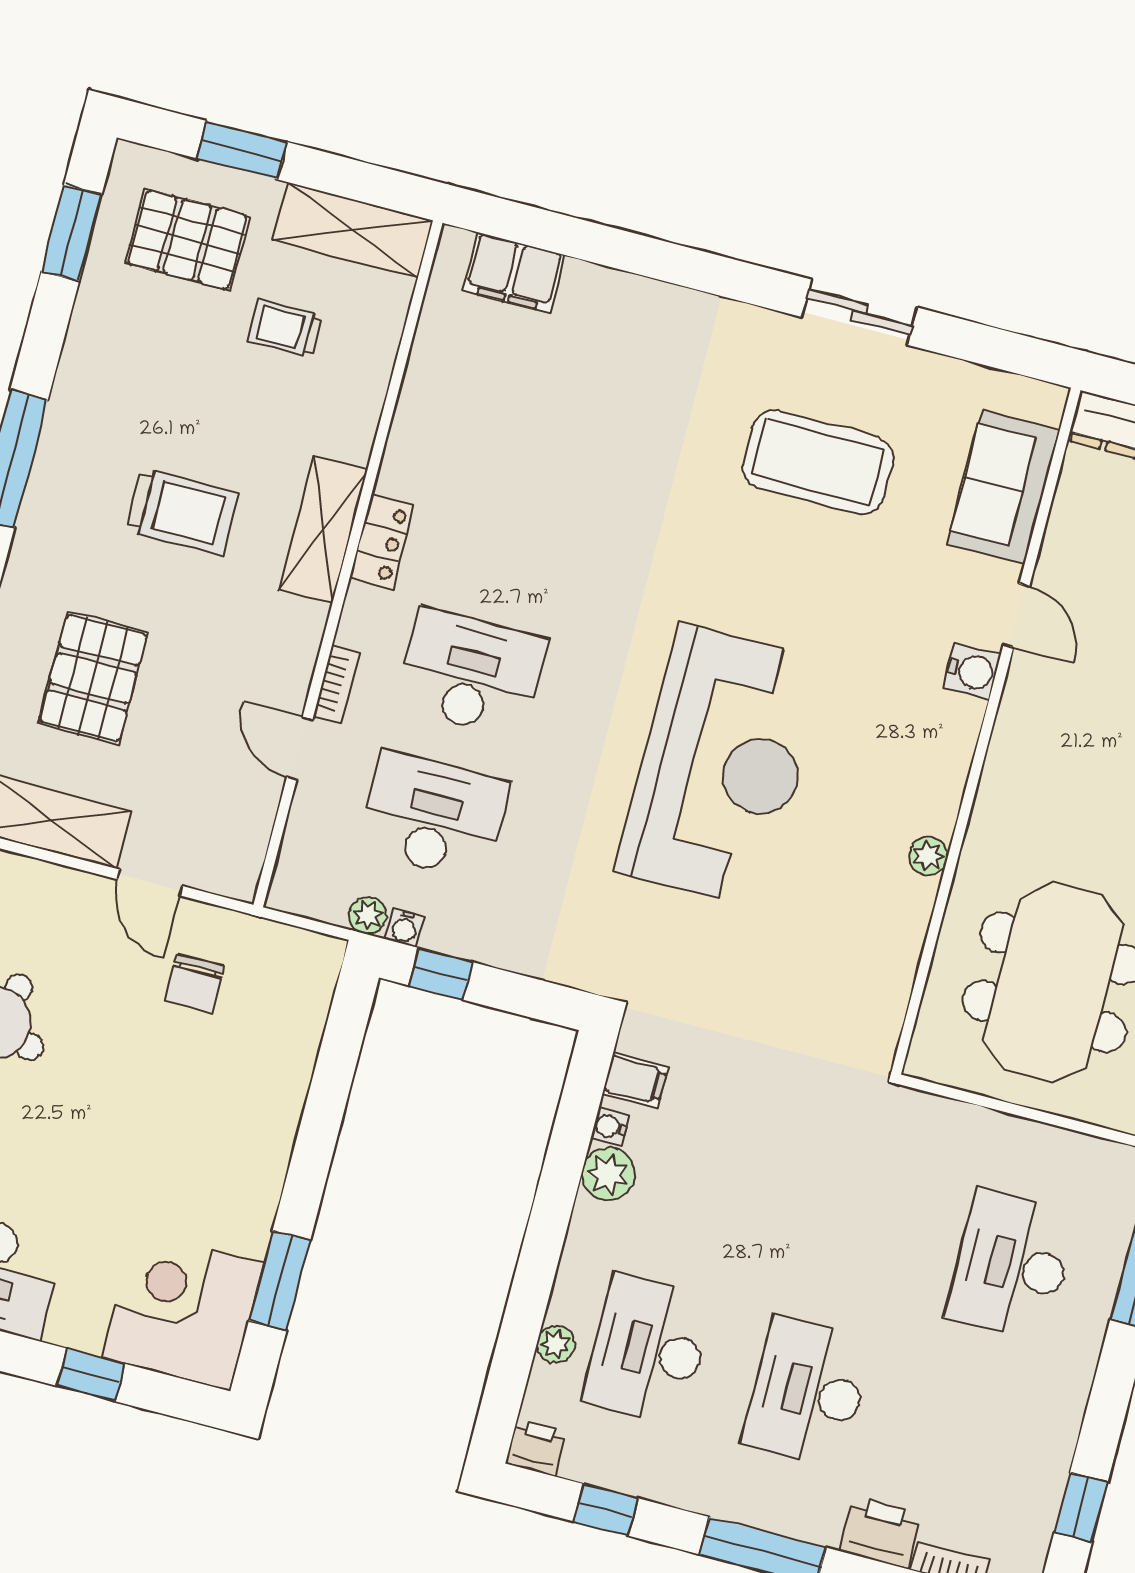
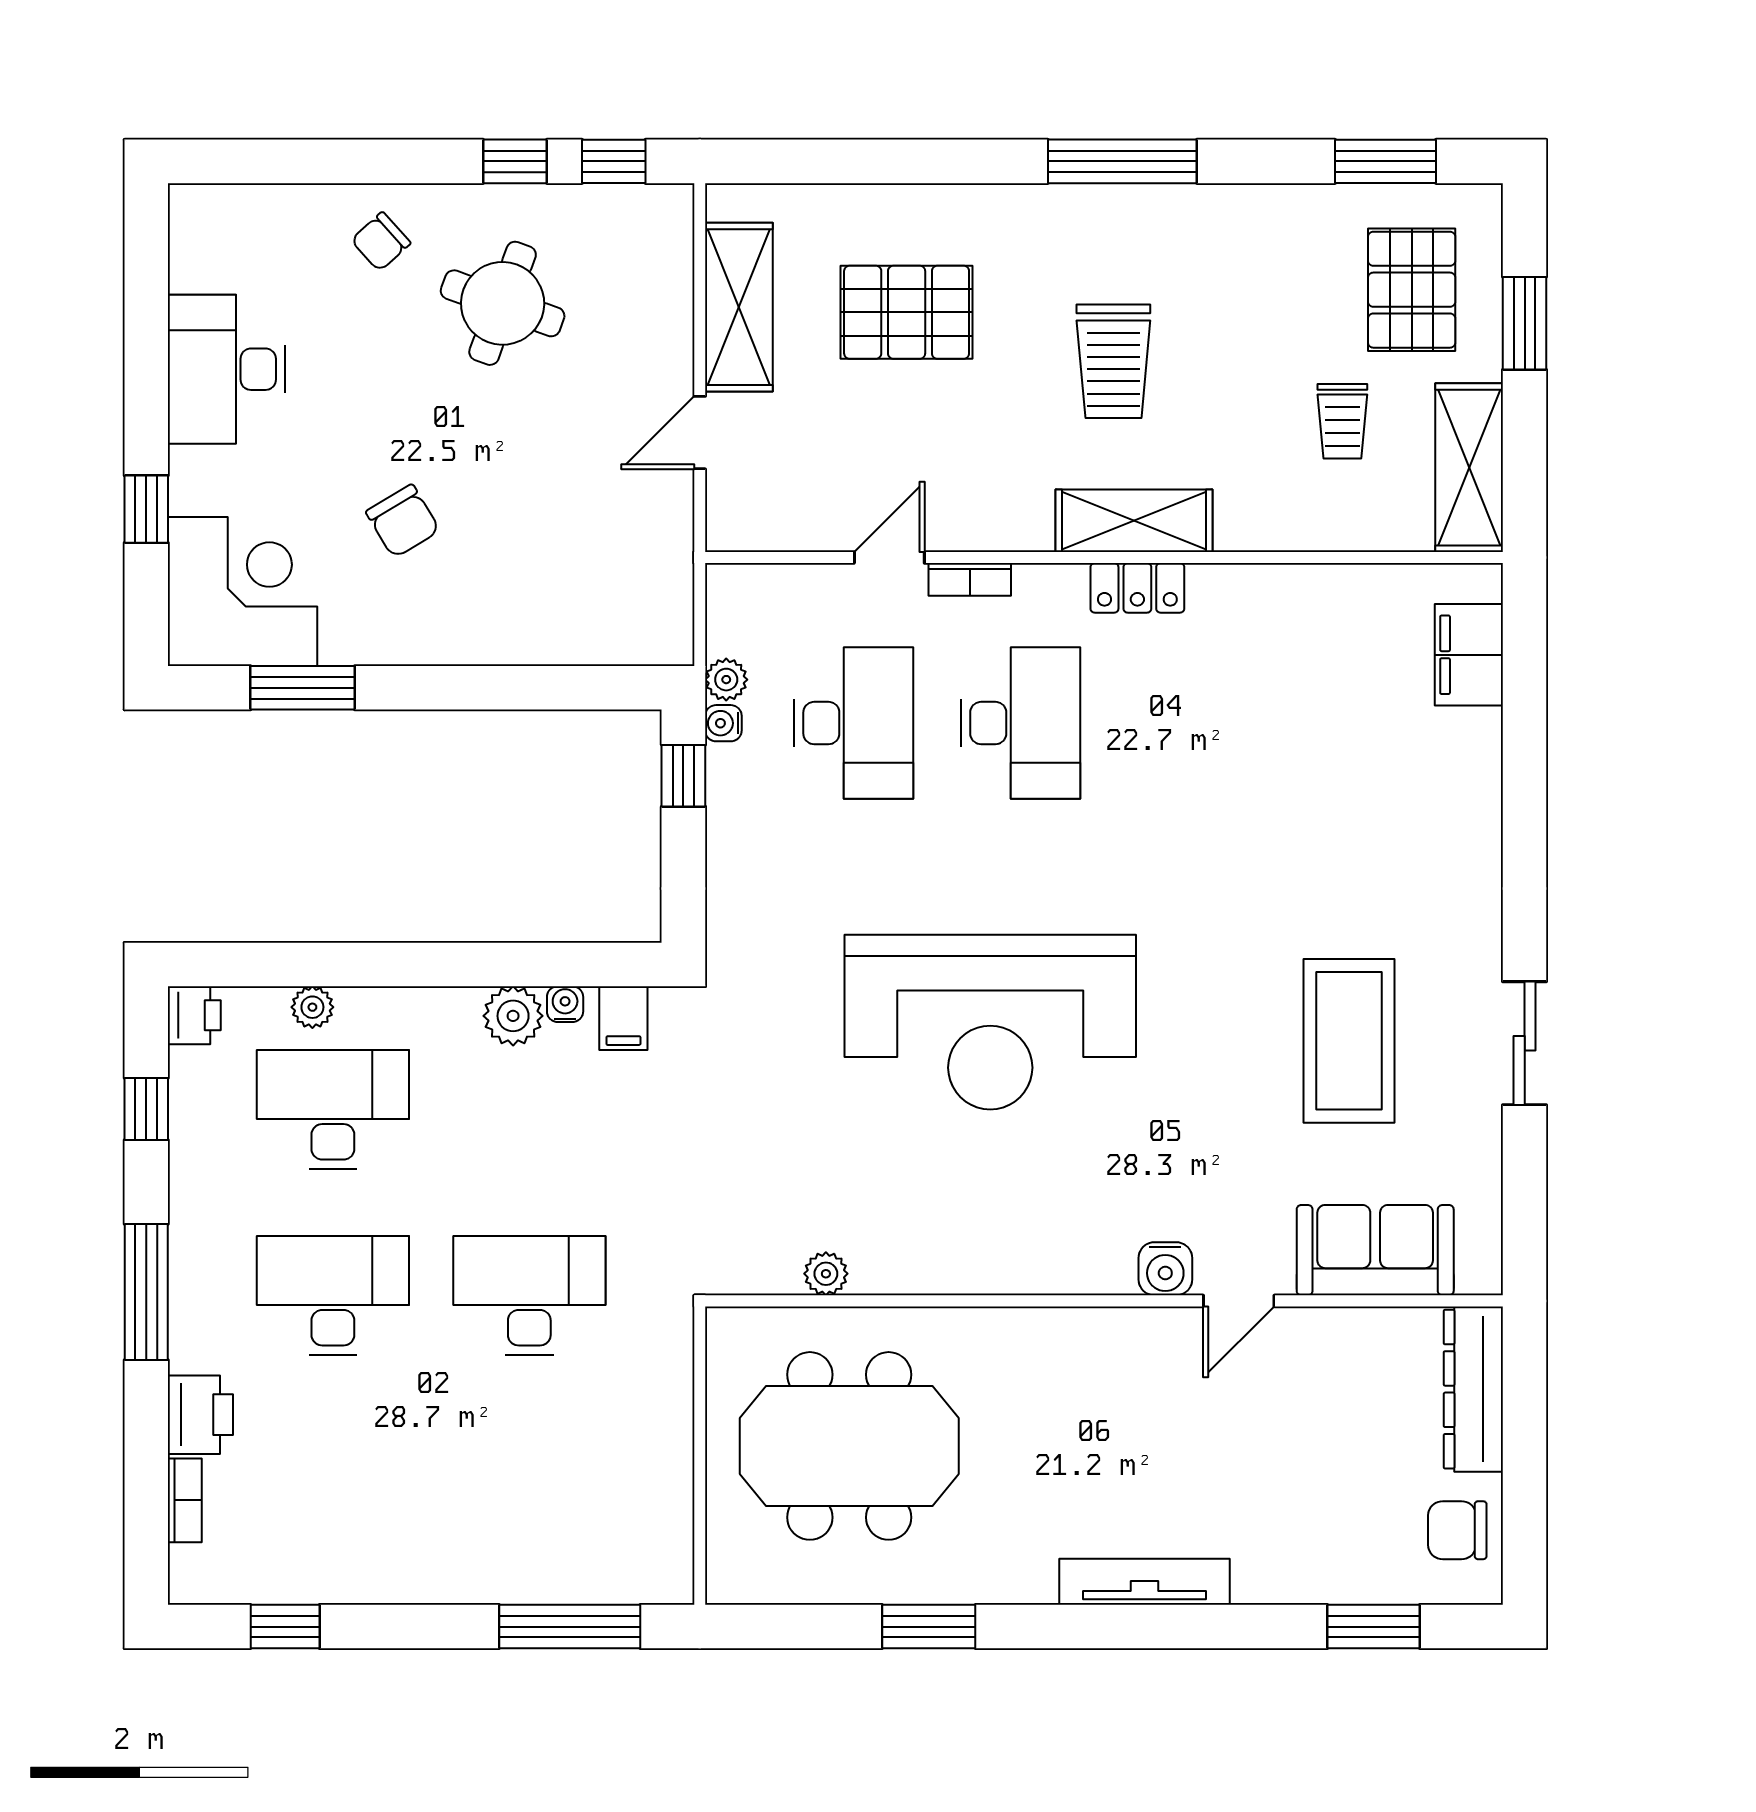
trolley: (285, 328) -> (1342, 421), turned 180
plant: (928, 856) -> (826, 1274), moved
chair: (194, 984) -> (403, 521), moved, turned -121
desk: (1012, 1265) -> (529, 1295), moved

